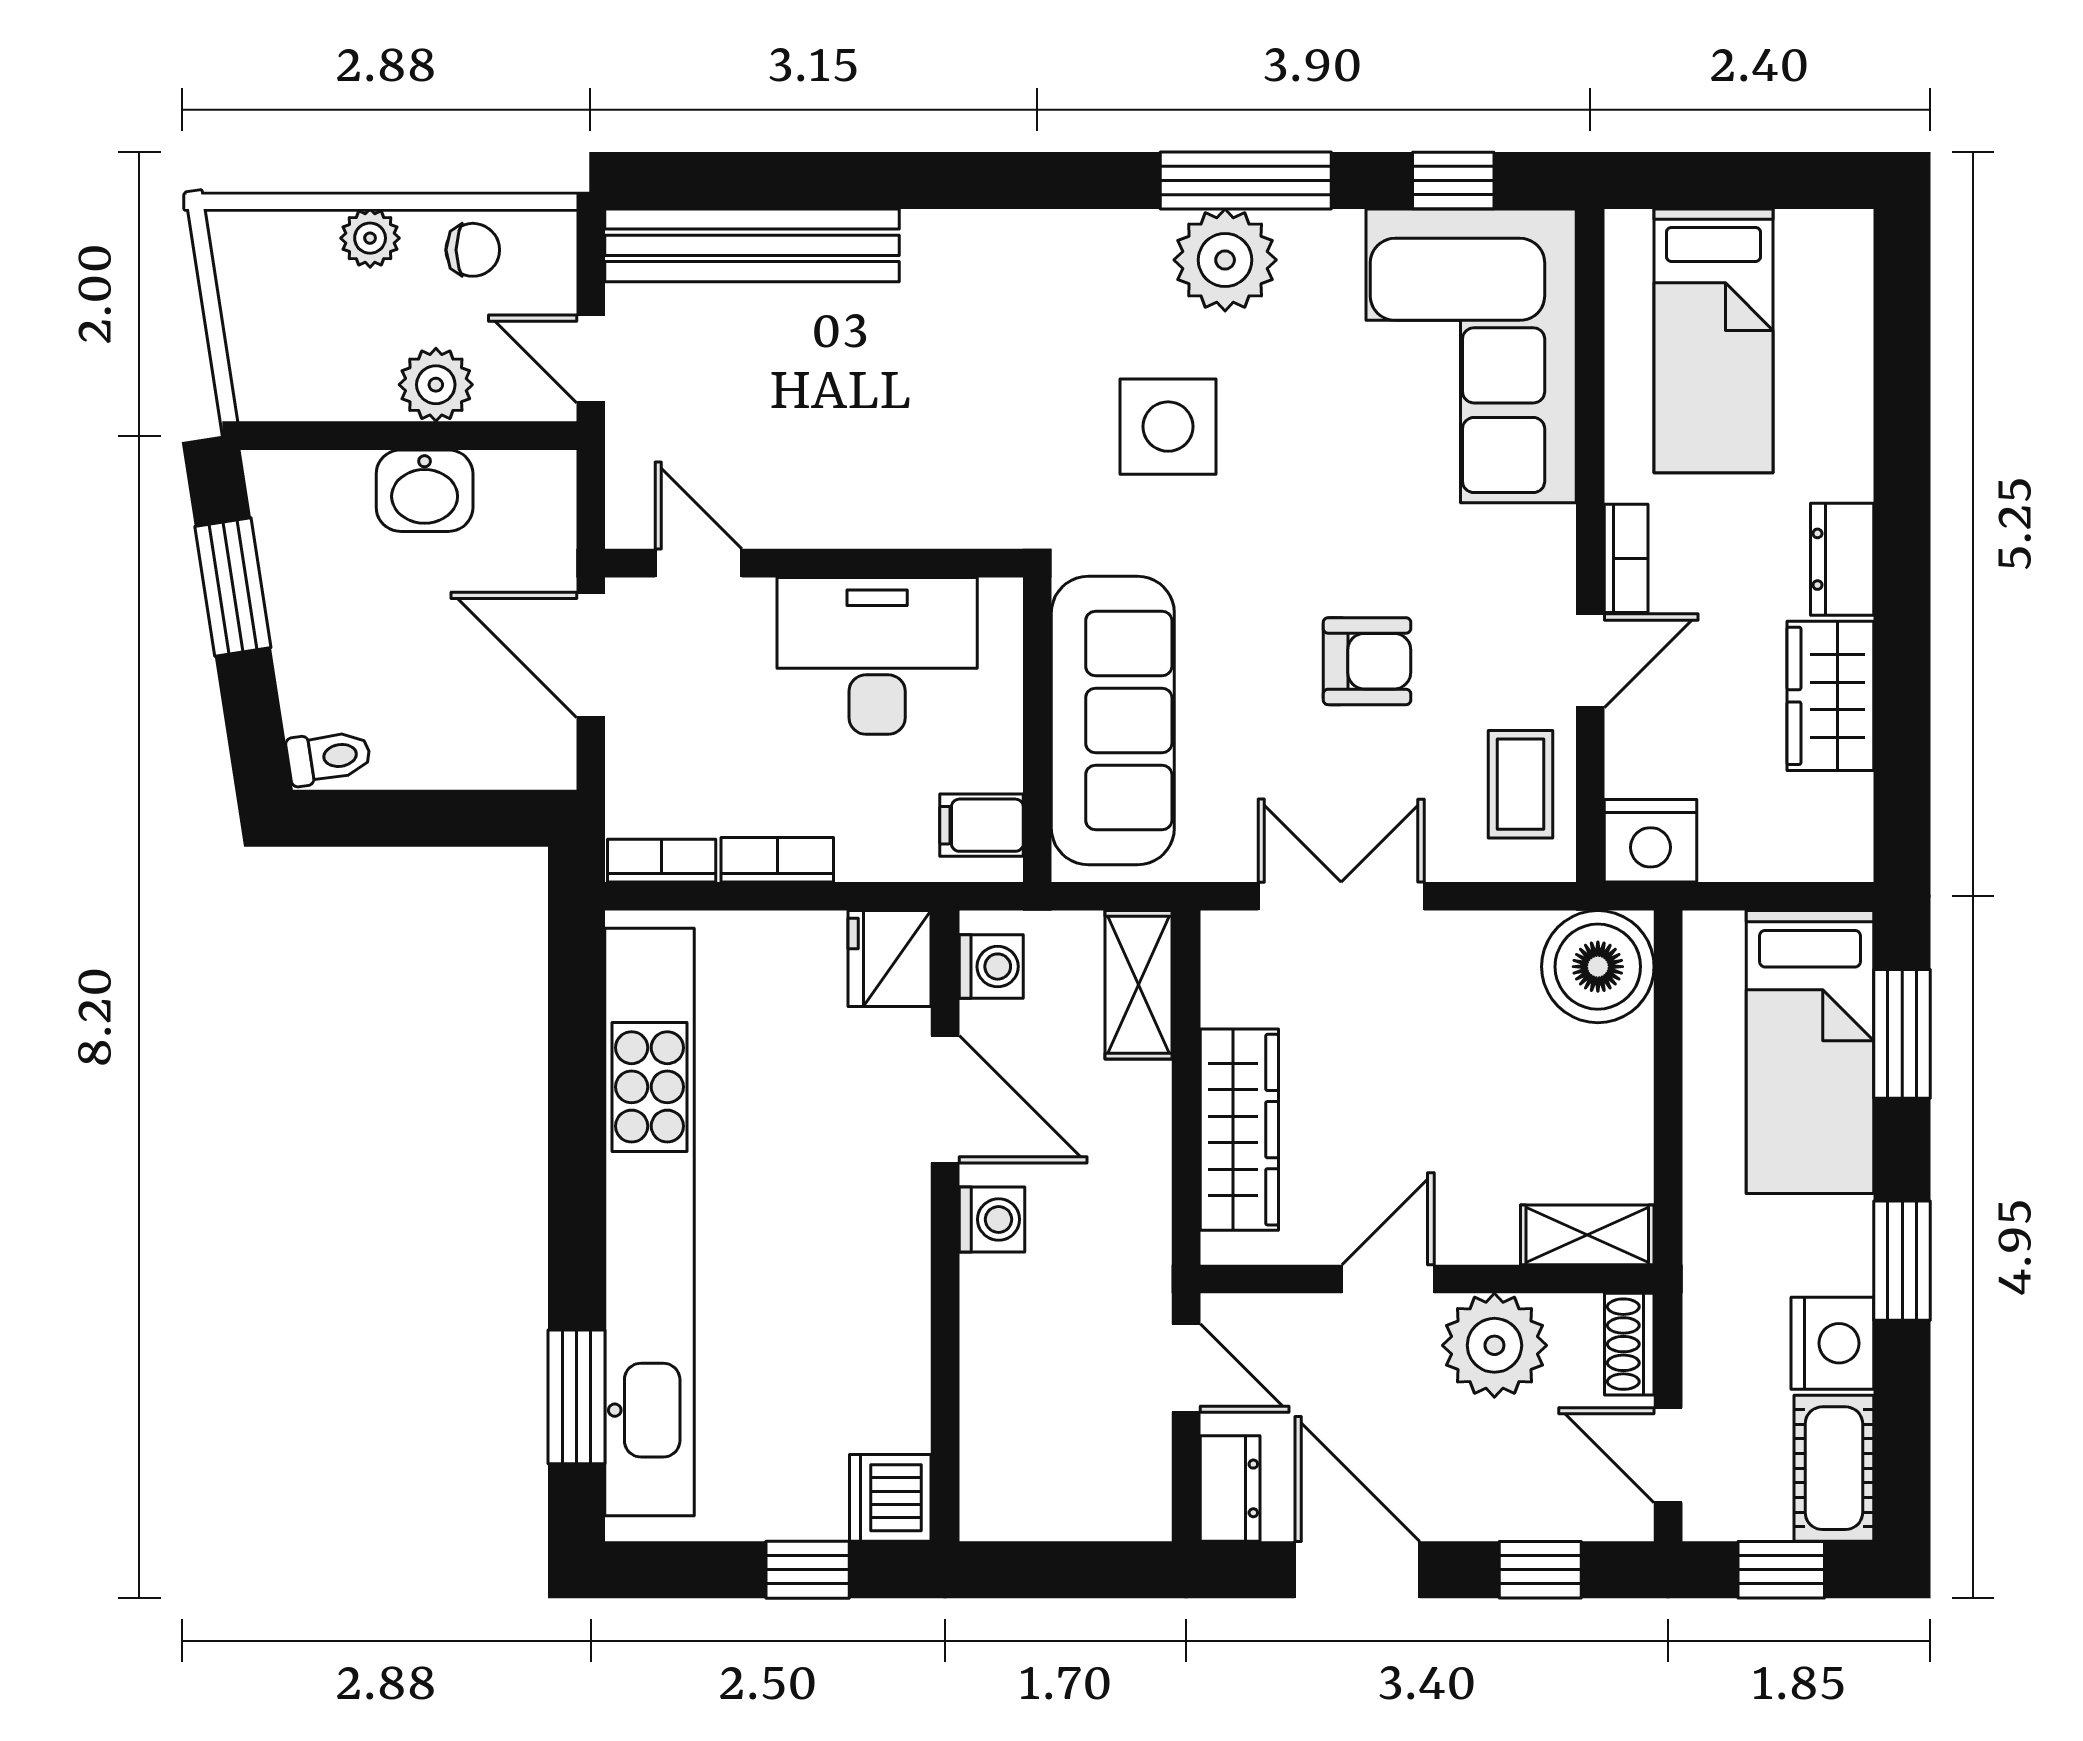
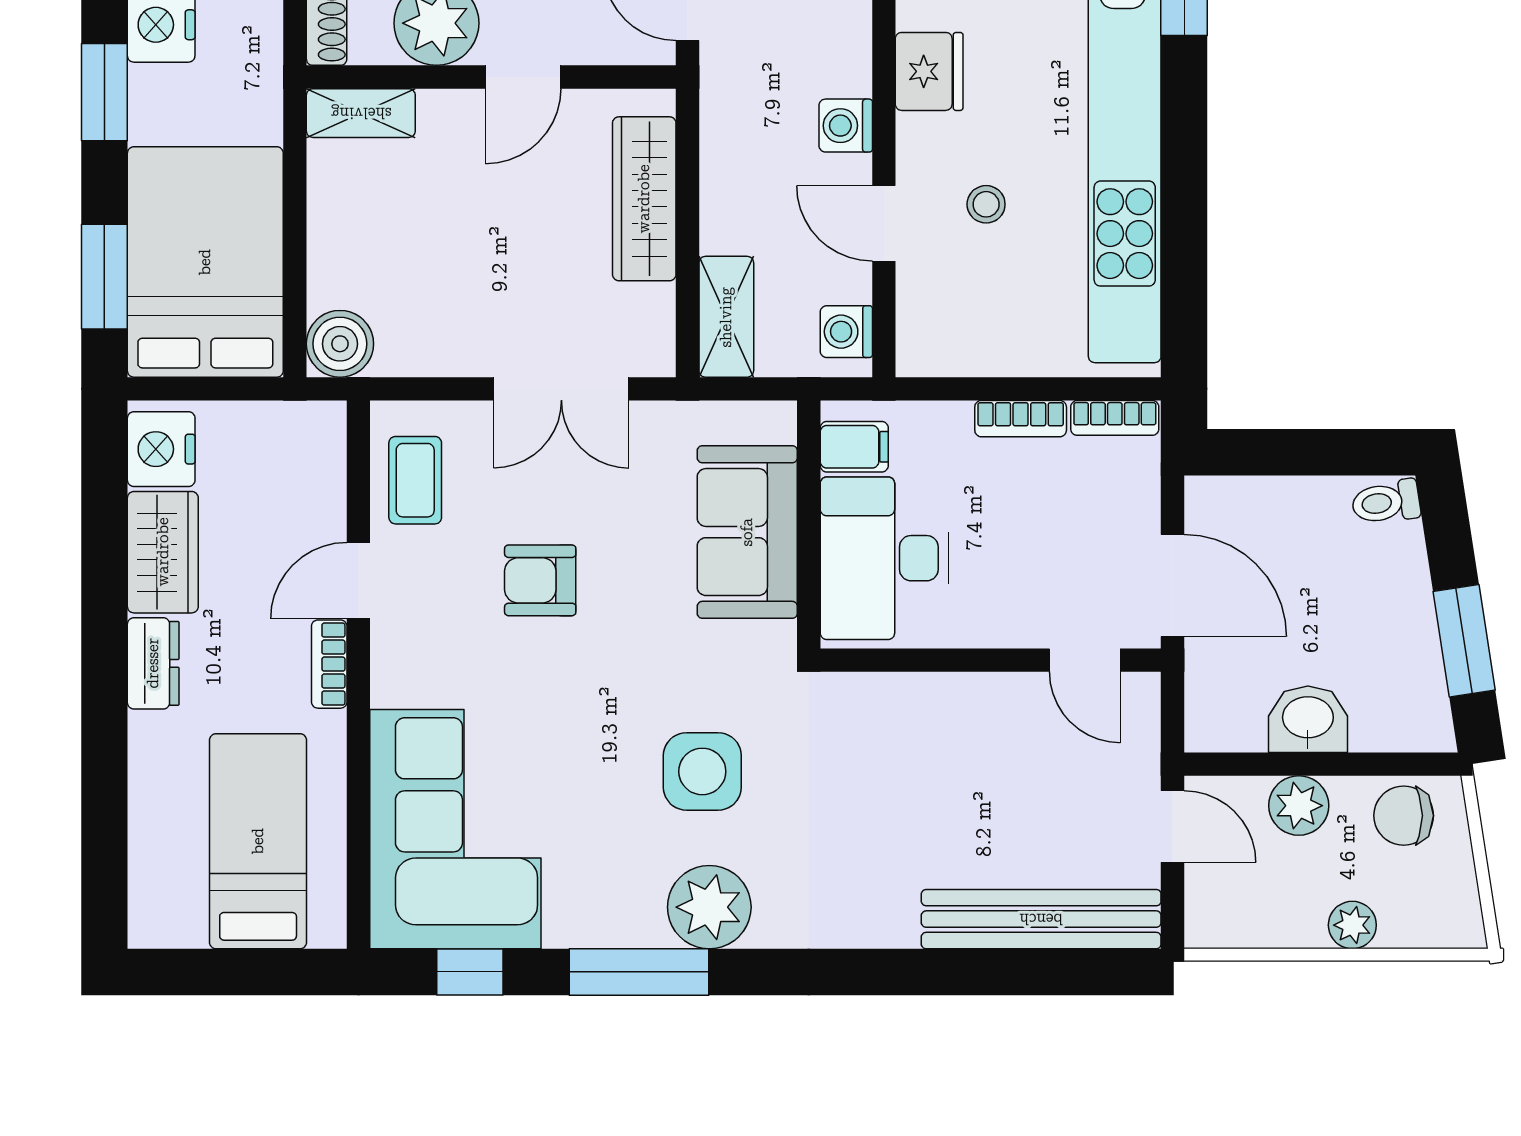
chair: (473, 250) -> (1404, 816), moved, width x1.37, depth x1.37
plant: (1225, 260) -> (709, 907), moved
desk: (877, 656) -> (884, 558), moved, turned 90
sofa: (1113, 720) -> (747, 532), width x0.73
nightstand: (1650, 841) -> (161, 449), moved, turned -90
fridge: (890, 959) -> (929, 71), moved
boiler: (1598, 967) -> (340, 344), width x0.73, depth x0.73
bed: (1810, 1052) -> (205, 262), width x1.50
door: (945, 1099) -> (884, 223), width x0.73
stool: (820, 1123) -> (986, 204), added

